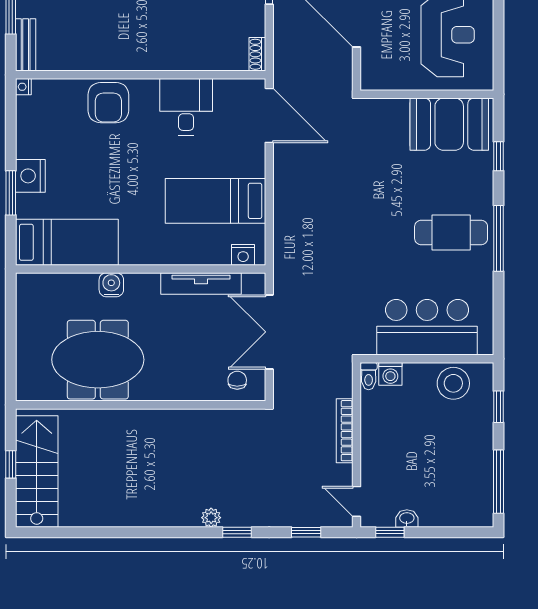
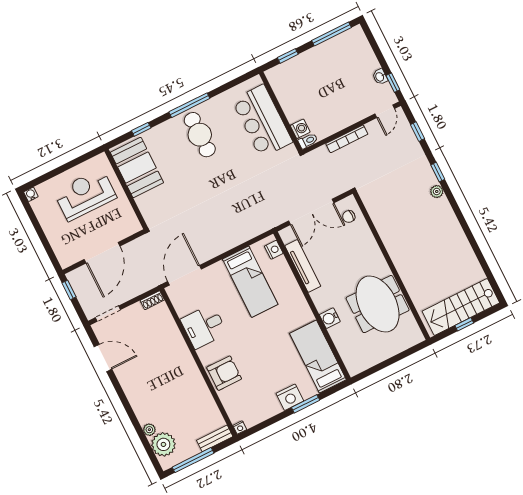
stool: (453, 383) -> (287, 89), removed

